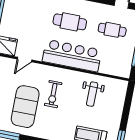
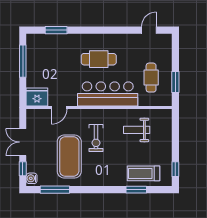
cafe table: (112, 30) -> (151, 78), moved, turned 90
weight bench: (92, 94) -> (137, 130), turned 90

